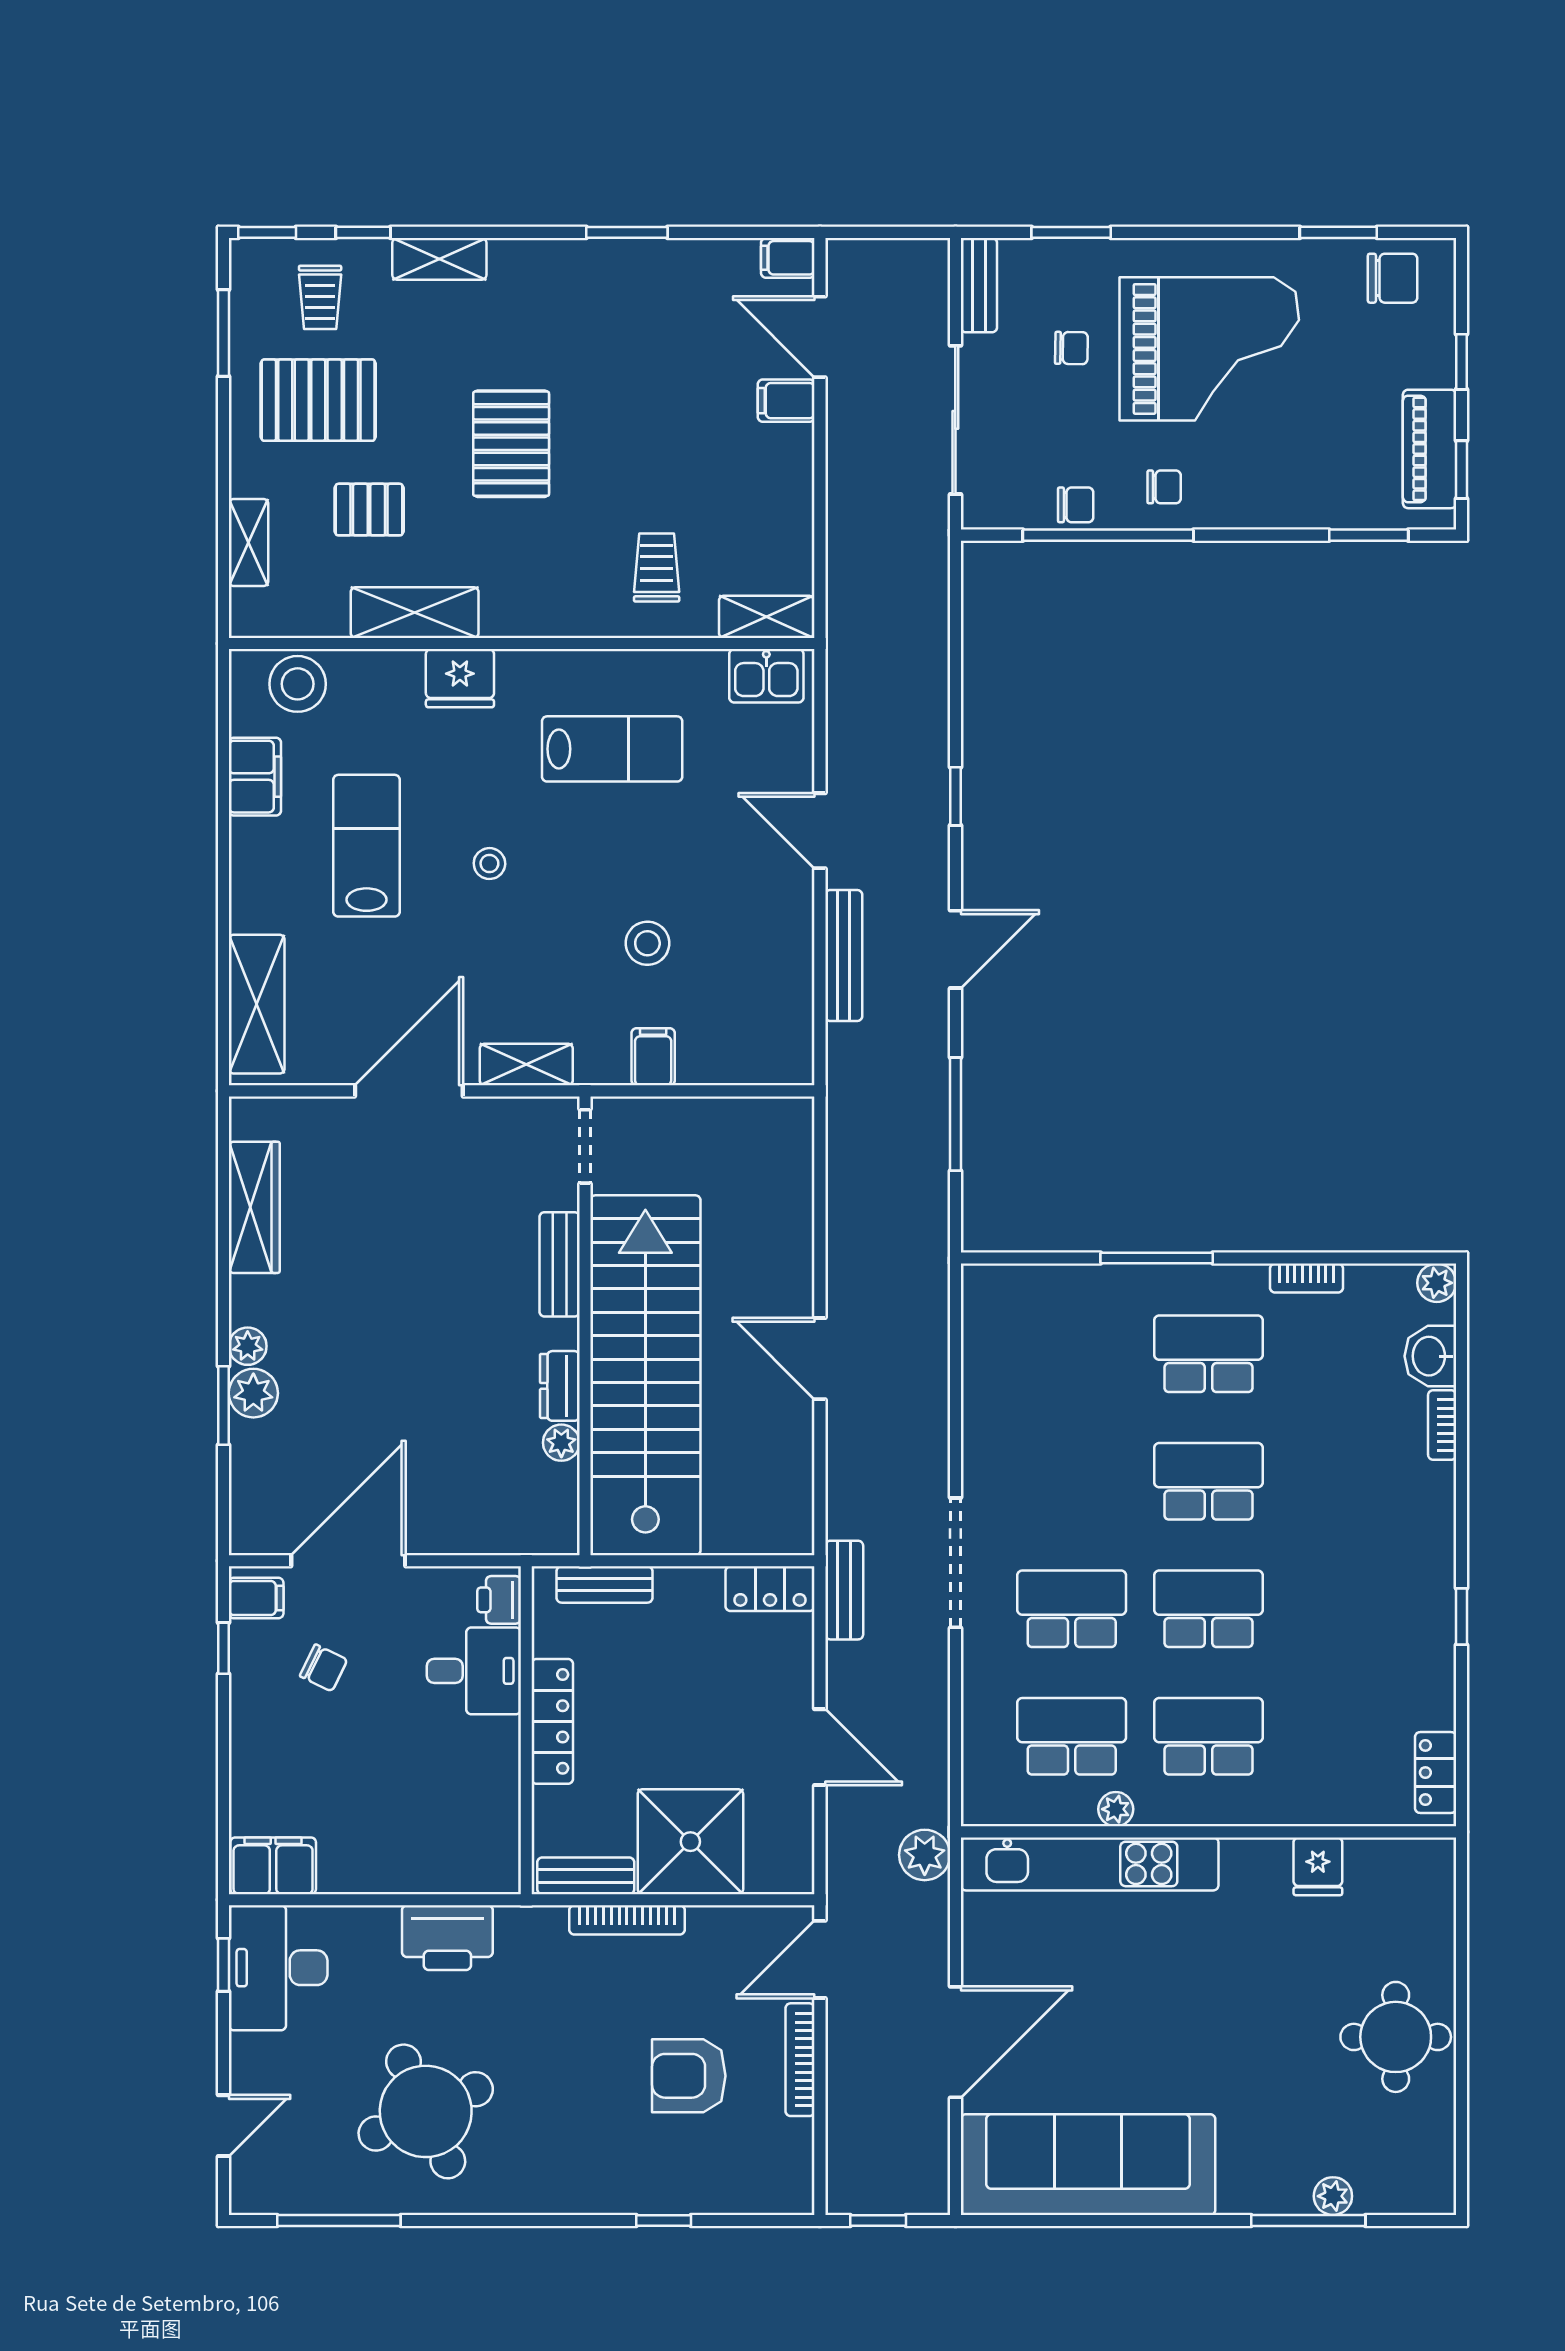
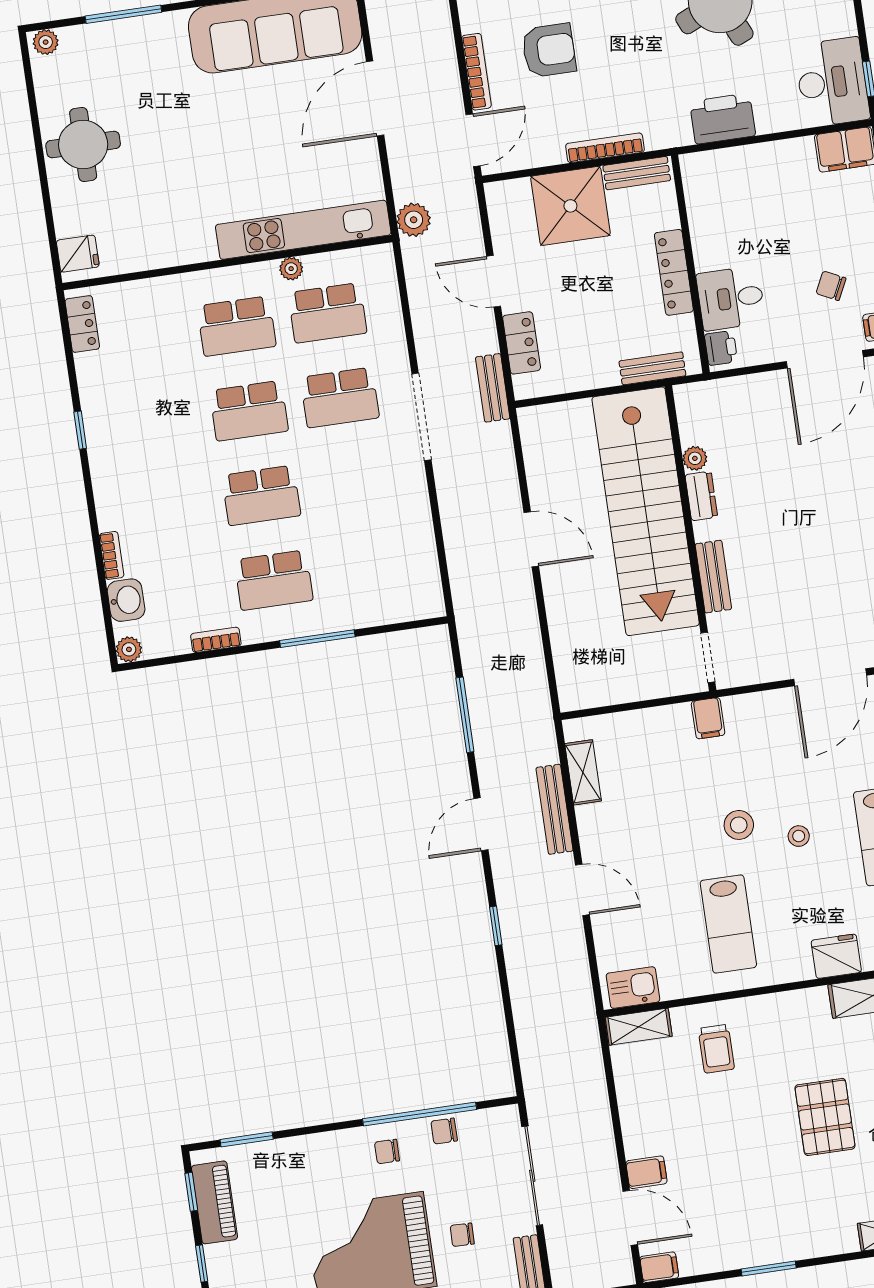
lab bench: (612, 749) -> (728, 924), turned -90
stool: (647, 943) -> (739, 825), moved
filing cabinet: (653, 1057) -> (708, 718), moved
shelving: (526, 1065) -> (583, 772), moved, turned 90
locker: (770, 1589) -> (522, 343), moved, turned 90
fridge: (1318, 1866) -> (78, 254), moved, turned 90
plant: (1333, 2196) -> (46, 42), moved

